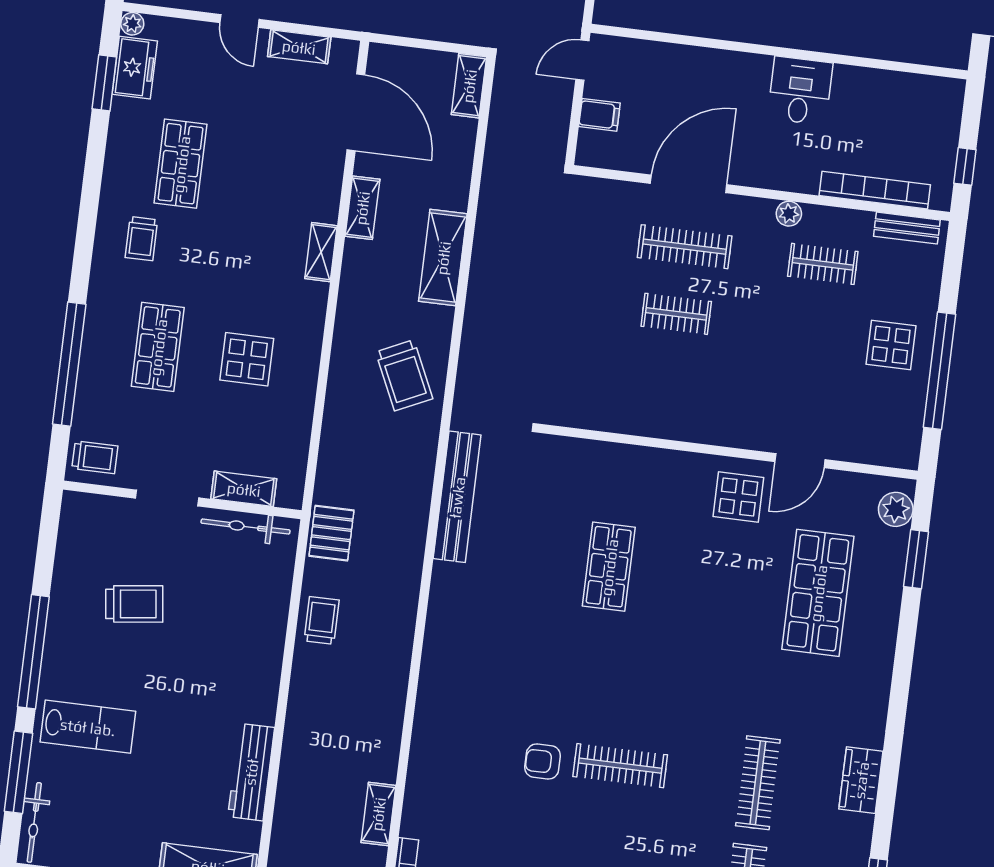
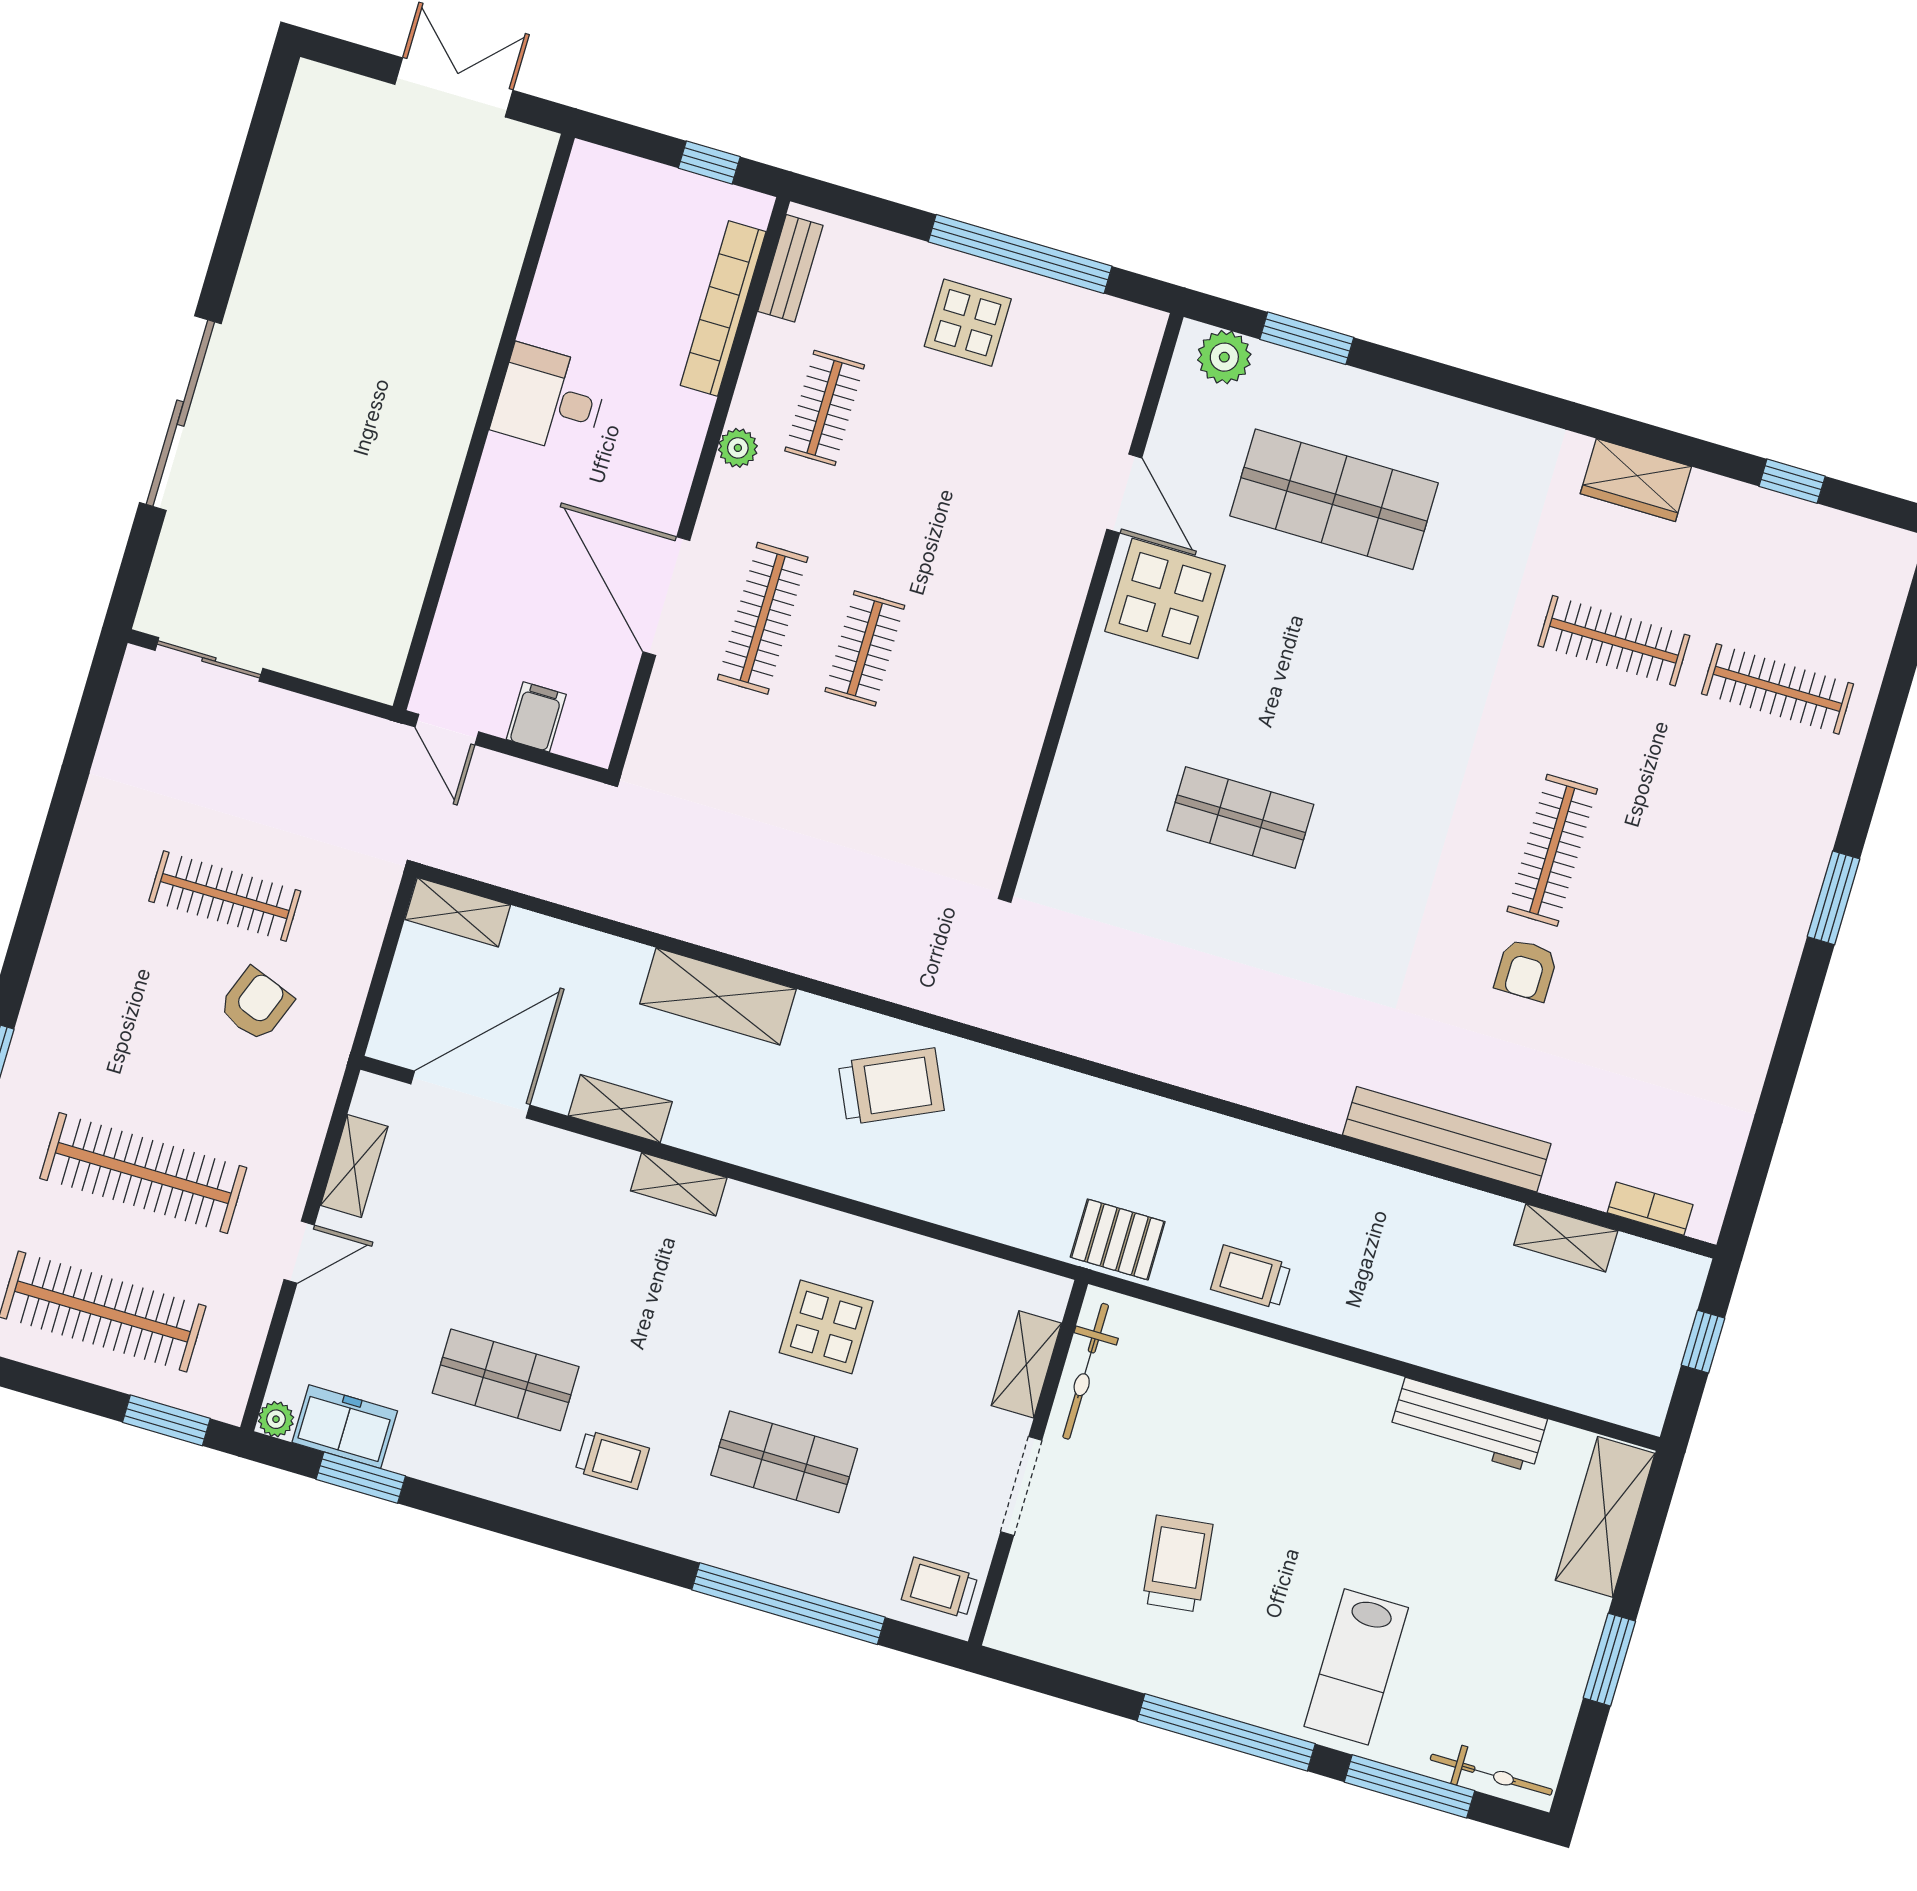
trolley: (95, 457) -> (940, 1588), turned -90
bench: (457, 497) -> (1447, 1139), moved
display table: (738, 497) -> (1165, 598), width x1.36, depth x1.36
lab bench: (88, 727) -> (1356, 1667), turned 180

